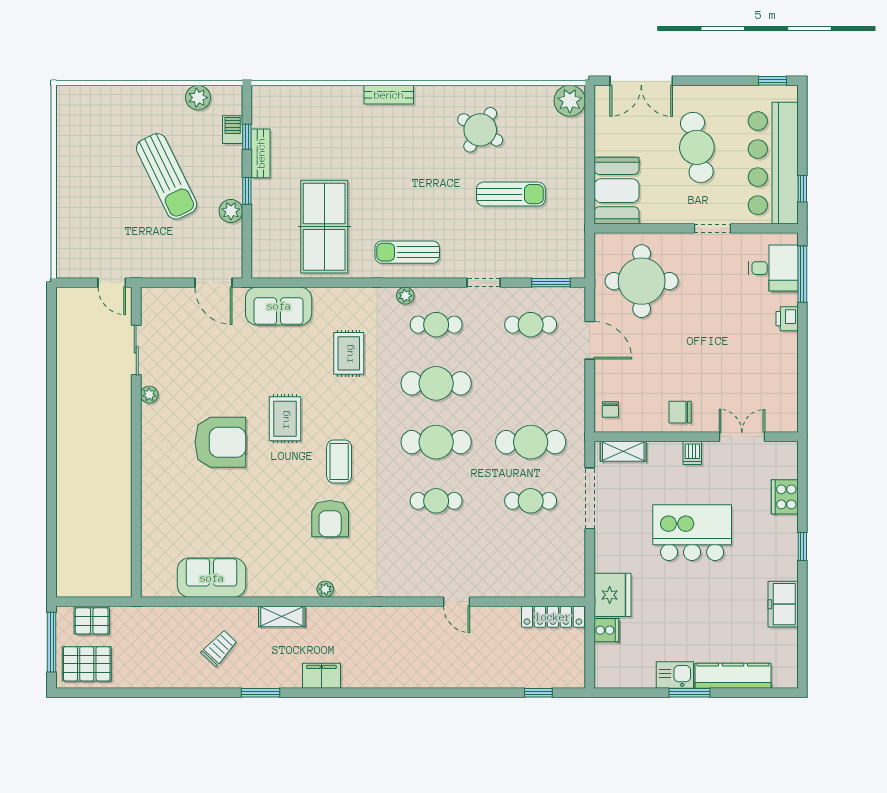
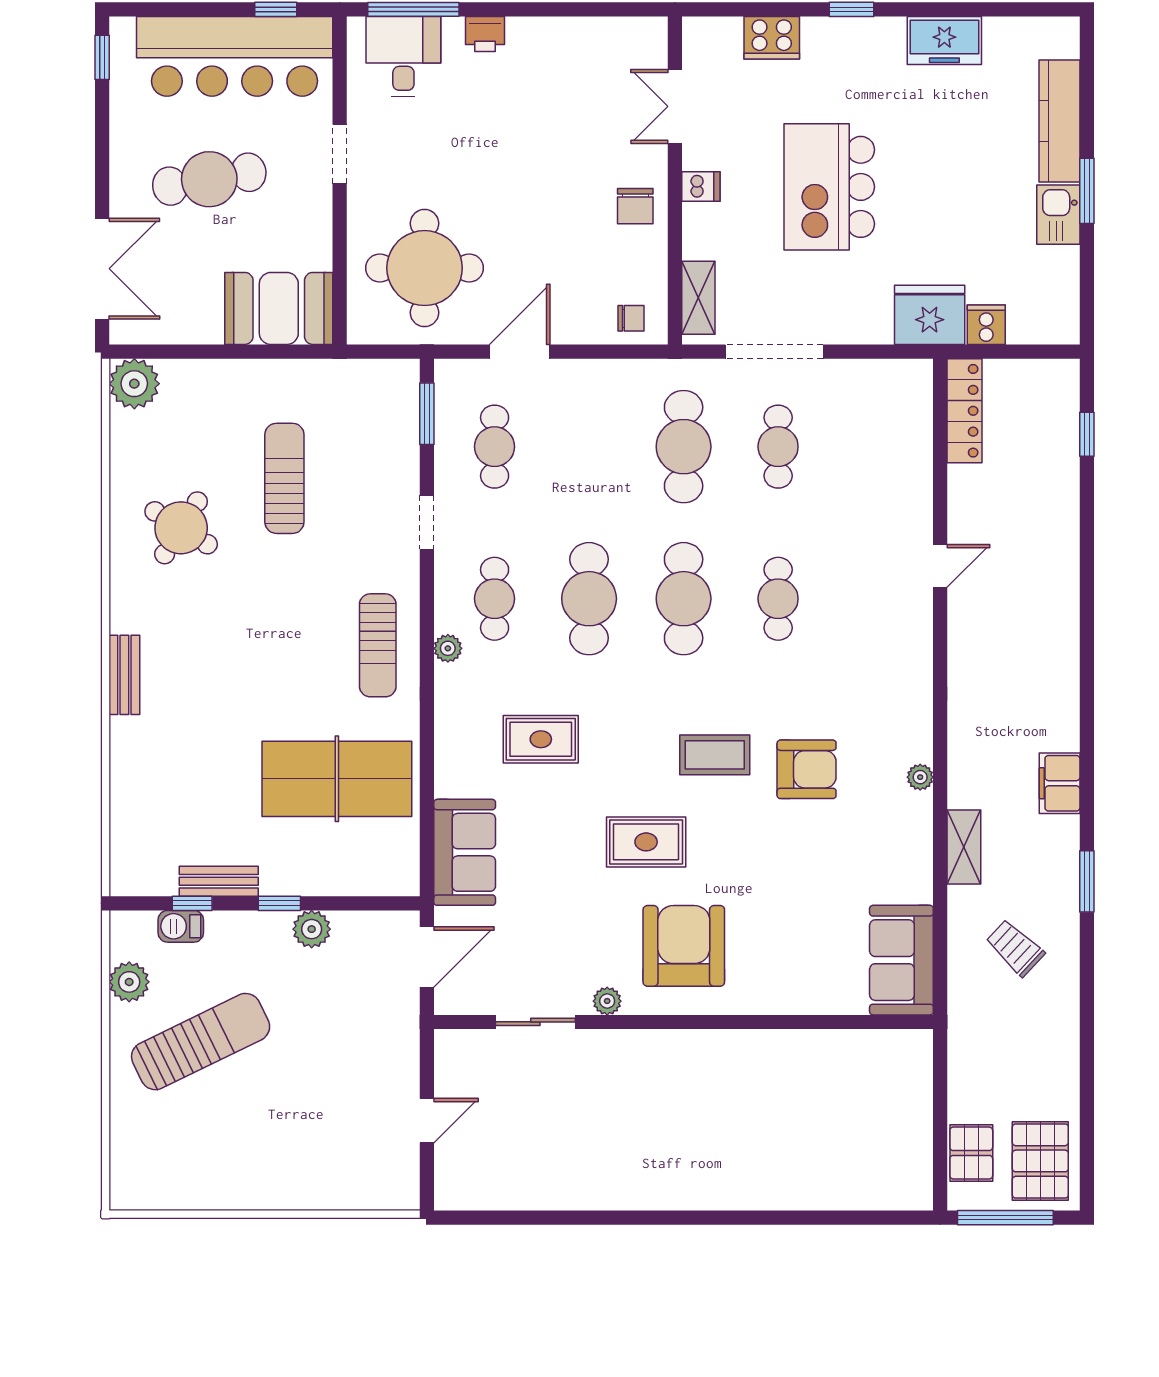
sun lounger: (167, 176) -> (201, 1042), moved
sliding door: (136, 350) -> (535, 1022), moved
plant: (149, 395) -> (607, 1001), moved
wall: (136, 442) -> (684, 1022), moved

